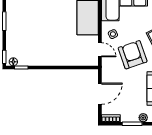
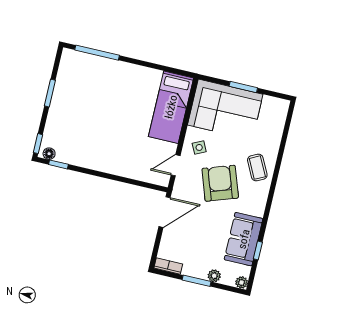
door: (100, 50) -> (176, 165), swing flipped
door: (100, 94) -> (165, 212), moved

